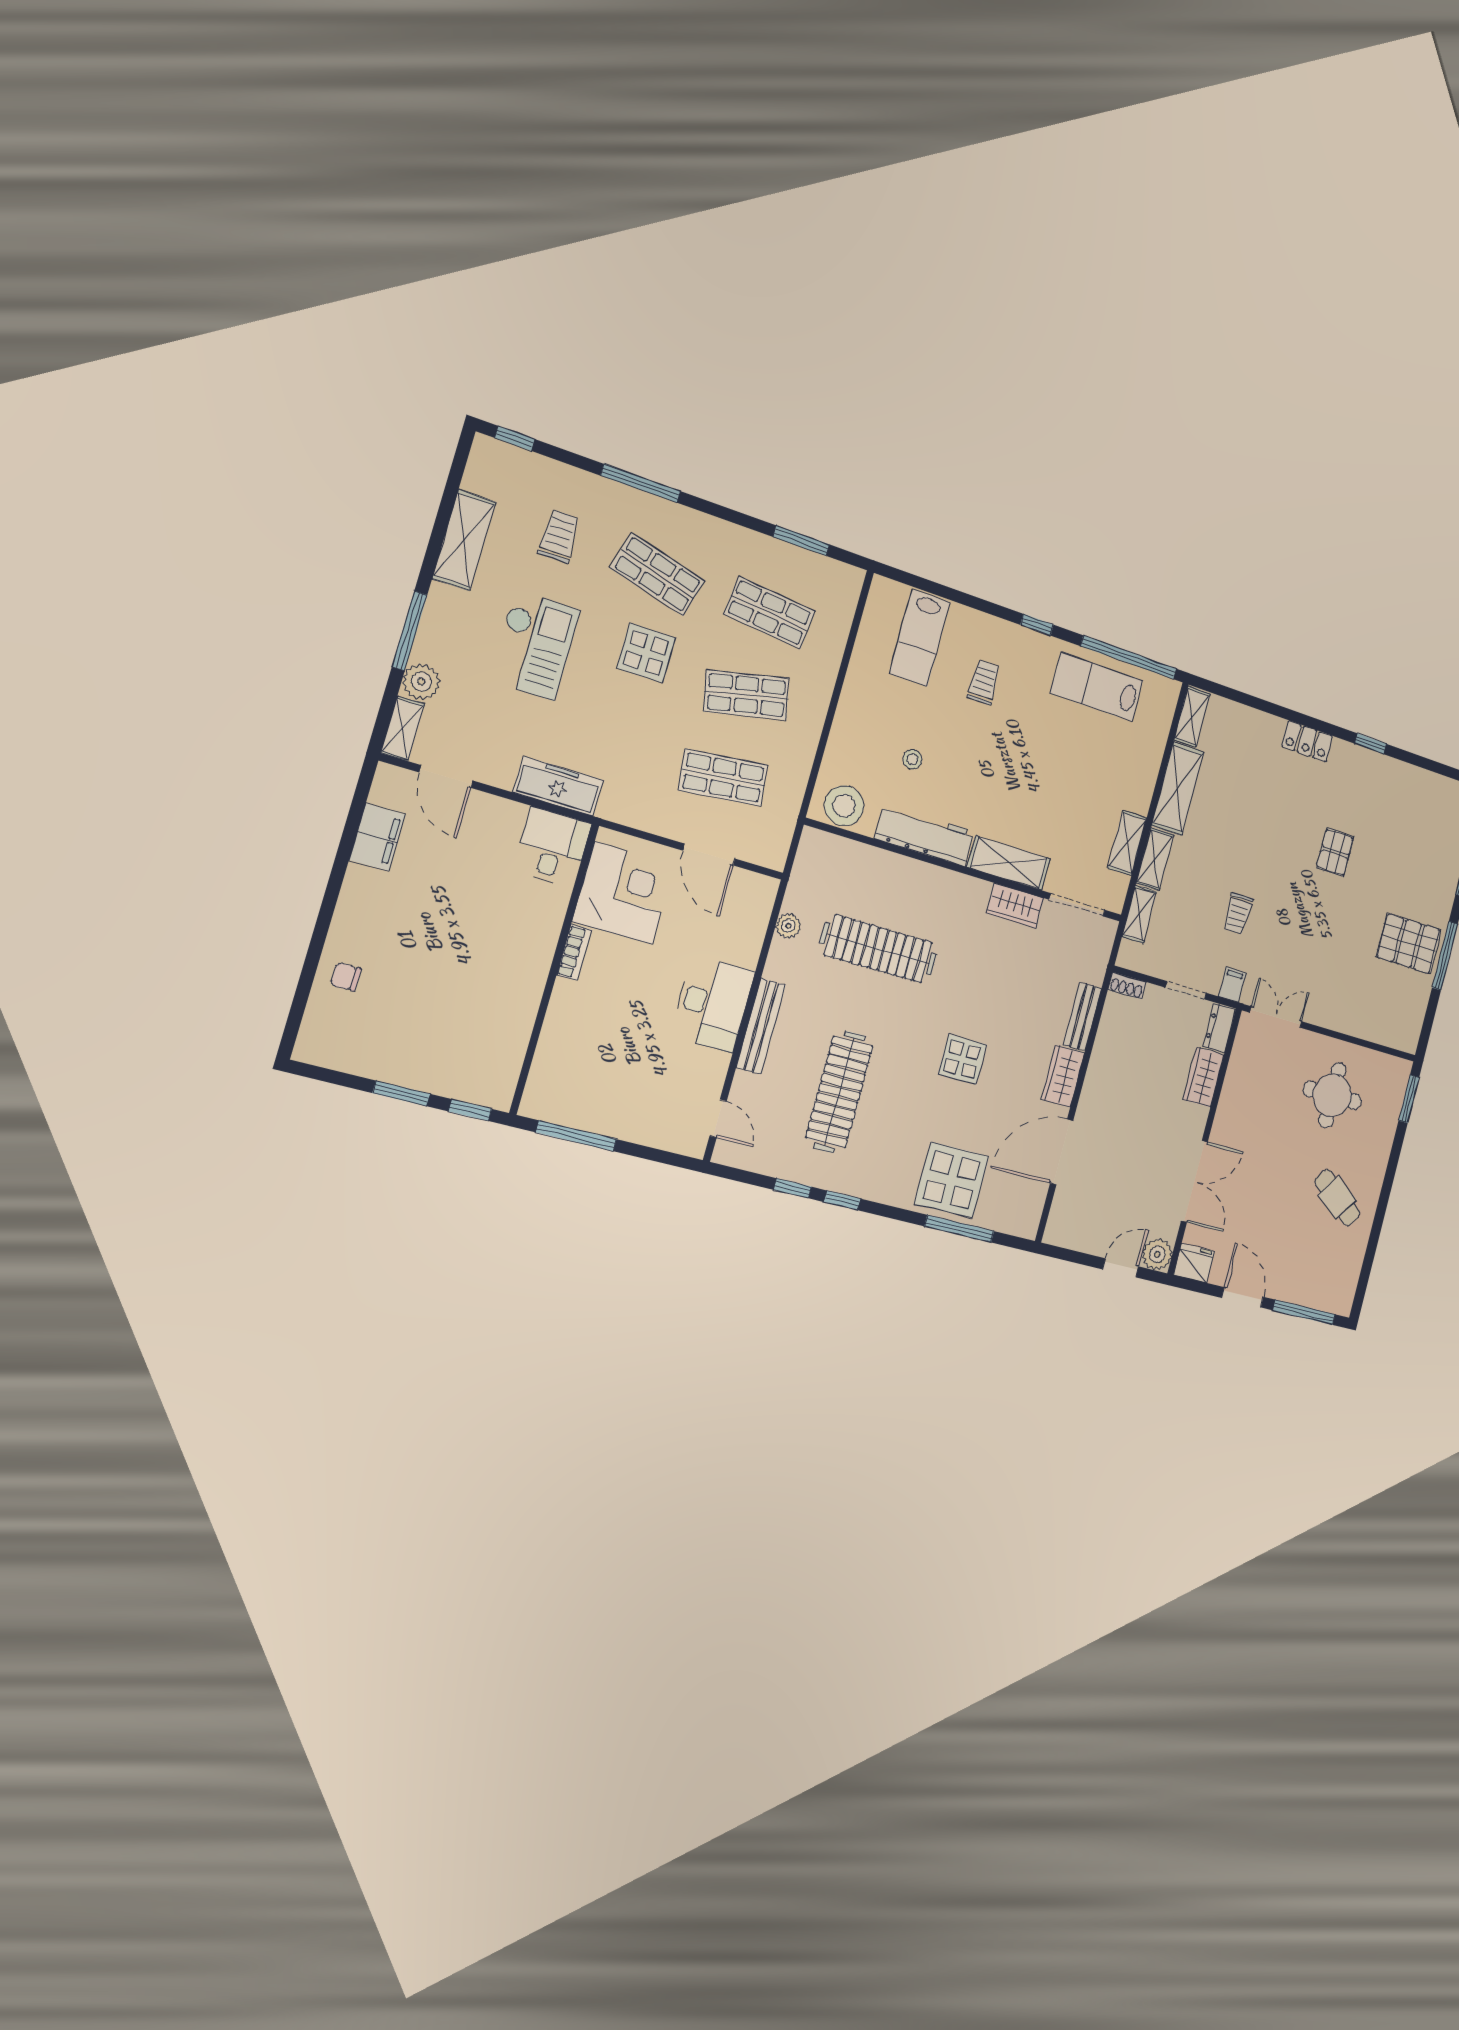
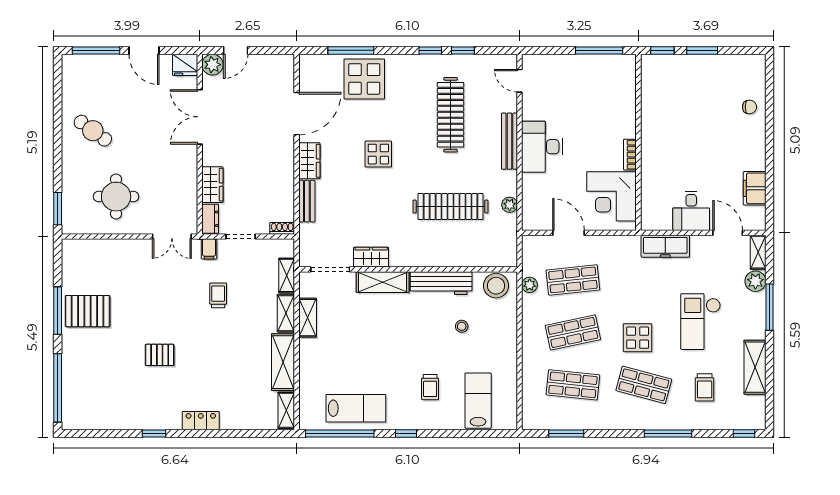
plant: (793, 791) -> (530, 285), added
desk: (552, 847) -> (691, 211), moved
pallet: (1335, 852) -> (160, 355), turned 90

